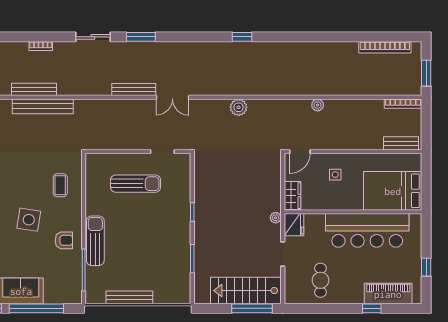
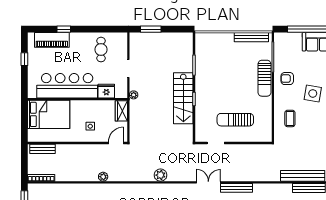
fridge: (294, 225) -> (106, 91), moved, turned 90
stairs: (246, 291) -> (183, 98), moved, turned 90
bench: (129, 297) -> (251, 37), moved
window: (252, 308) -> (151, 29), width x0.69

